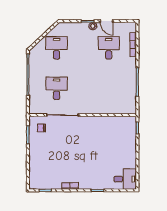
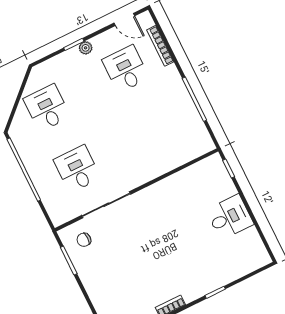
door: (106, 21) -> (124, 19), moved
desk: (125, 179) -> (230, 217), moved

